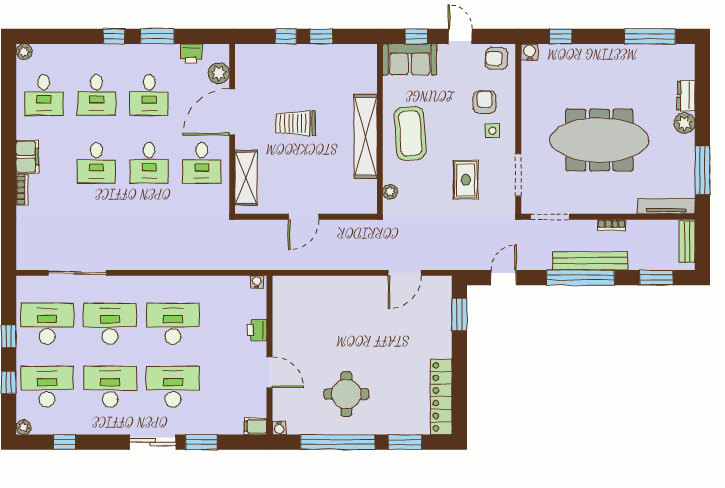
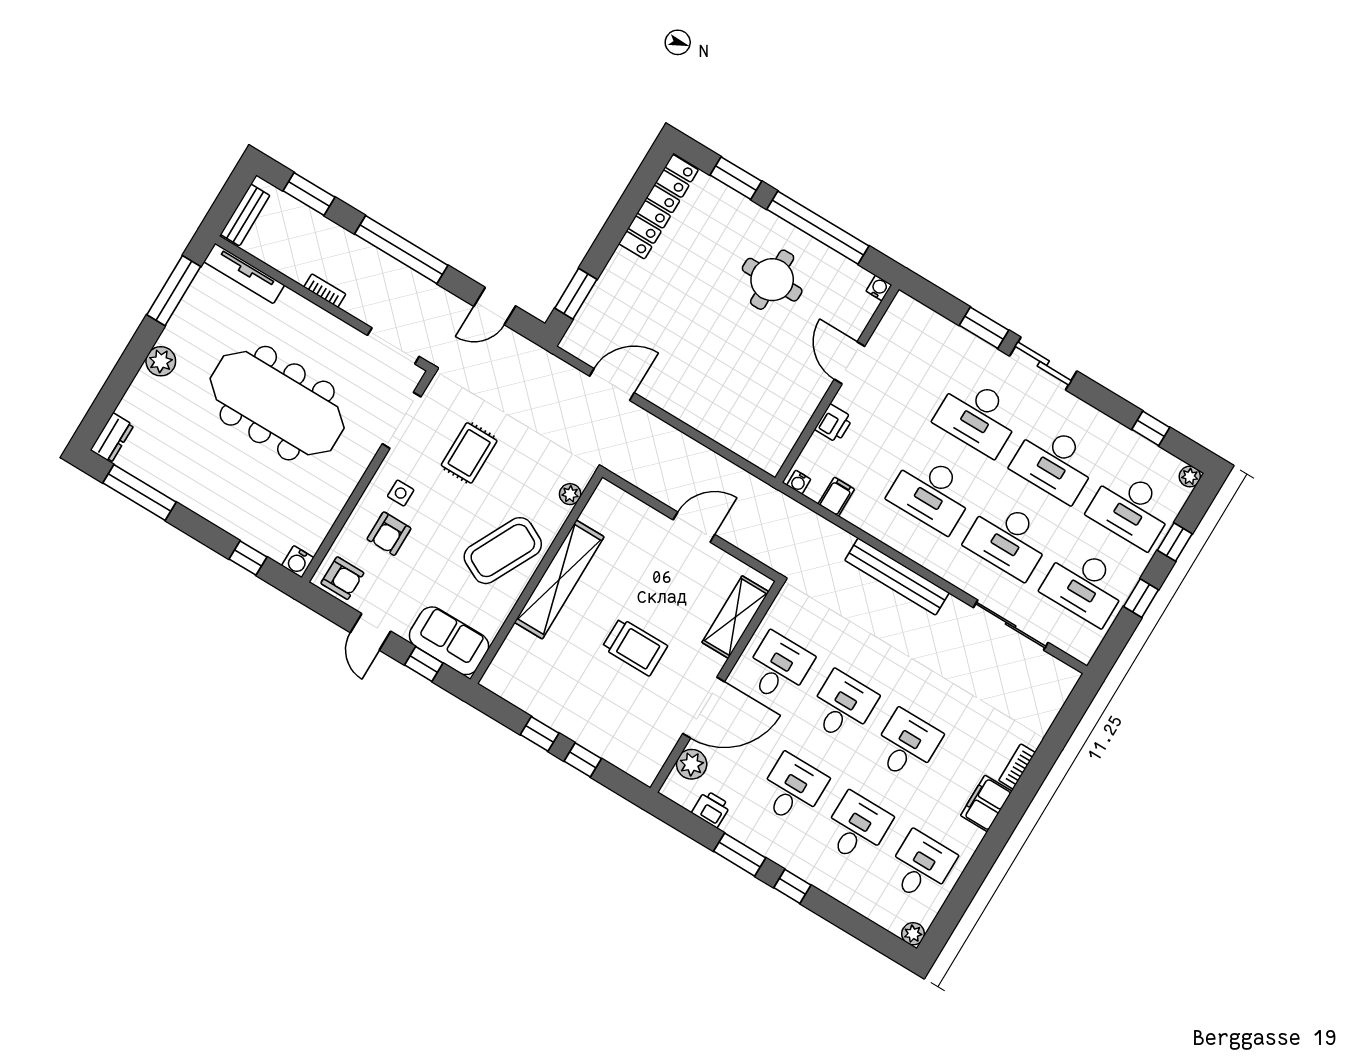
dresser: (686, 96) -> (112, 438), moved
coffee table: (410, 133) -> (503, 551), turned 31
bench: (590, 261) -> (897, 577), moved
filing cabinet: (256, 426) -> (836, 497), moved, turned -90

